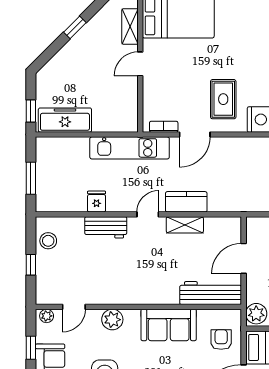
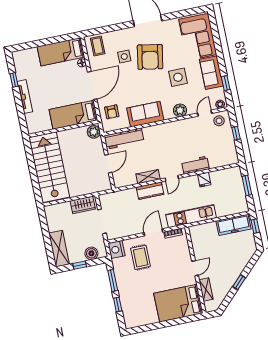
stool: (48, 241) -> (219, 121), moved

